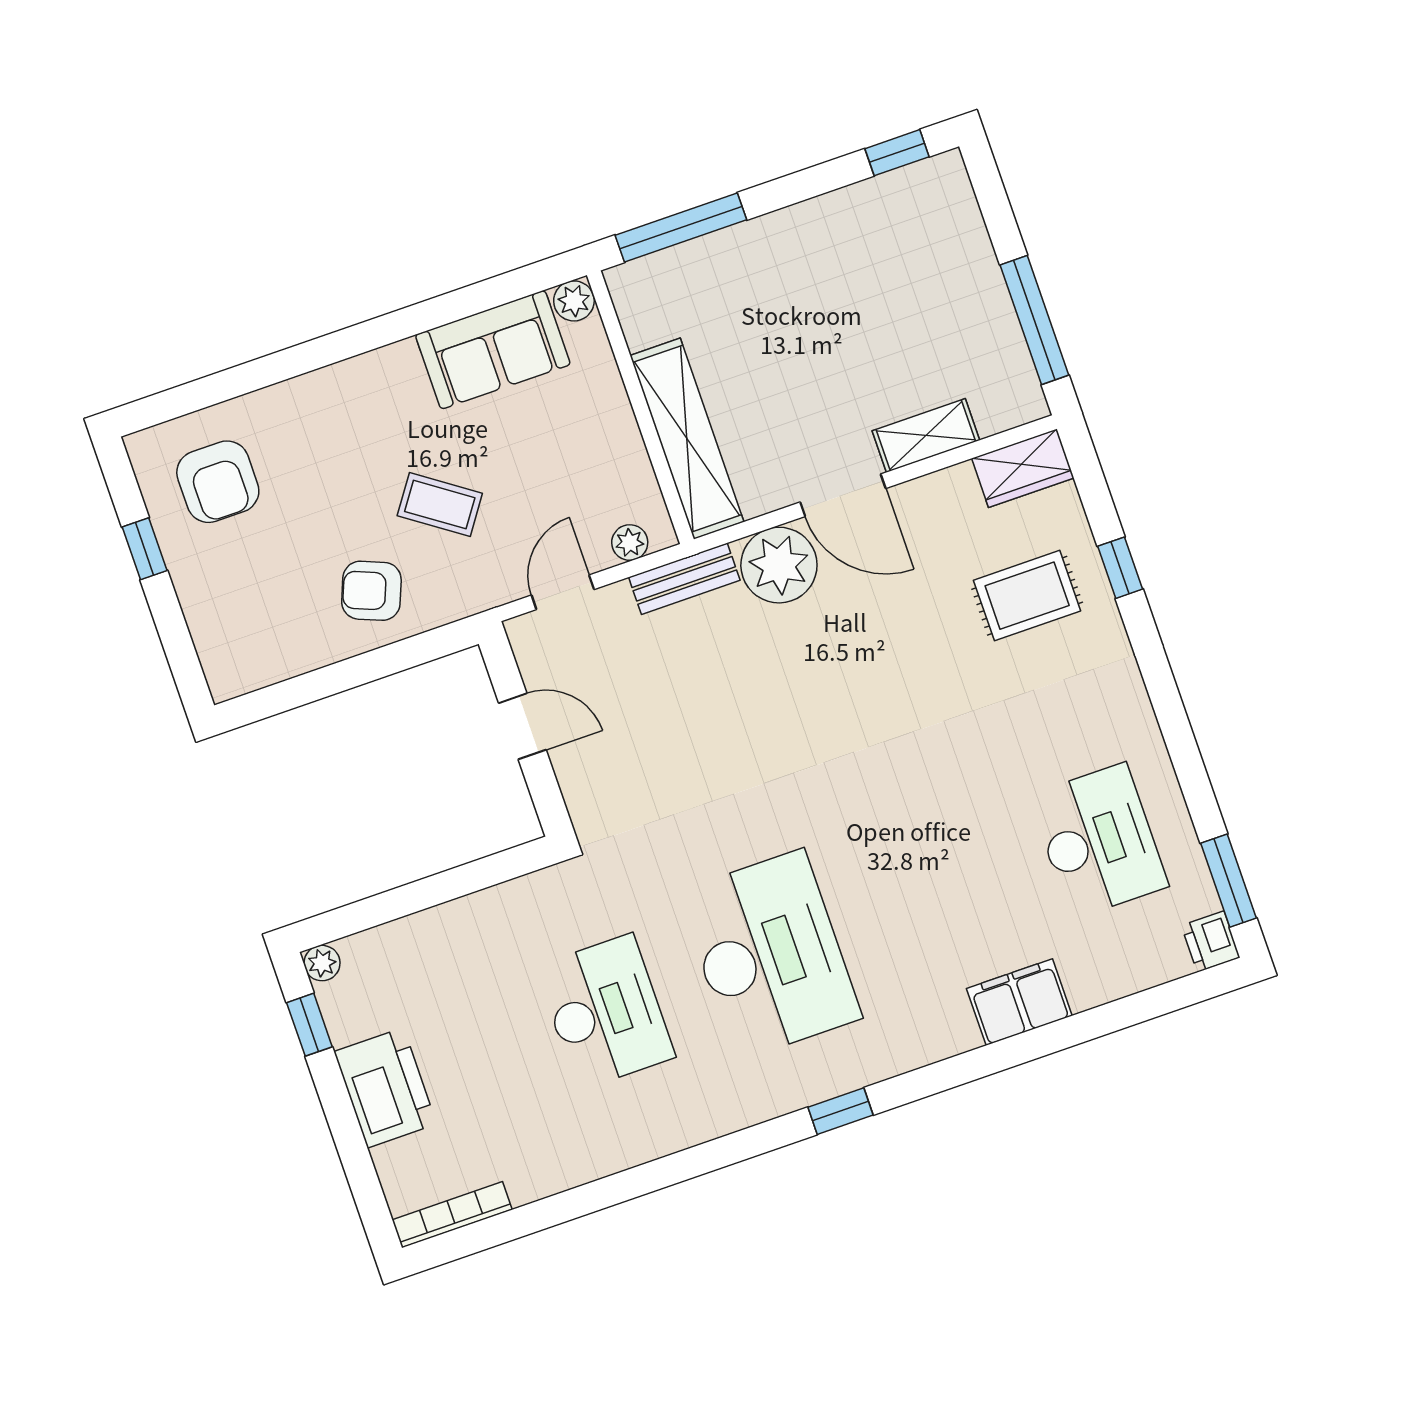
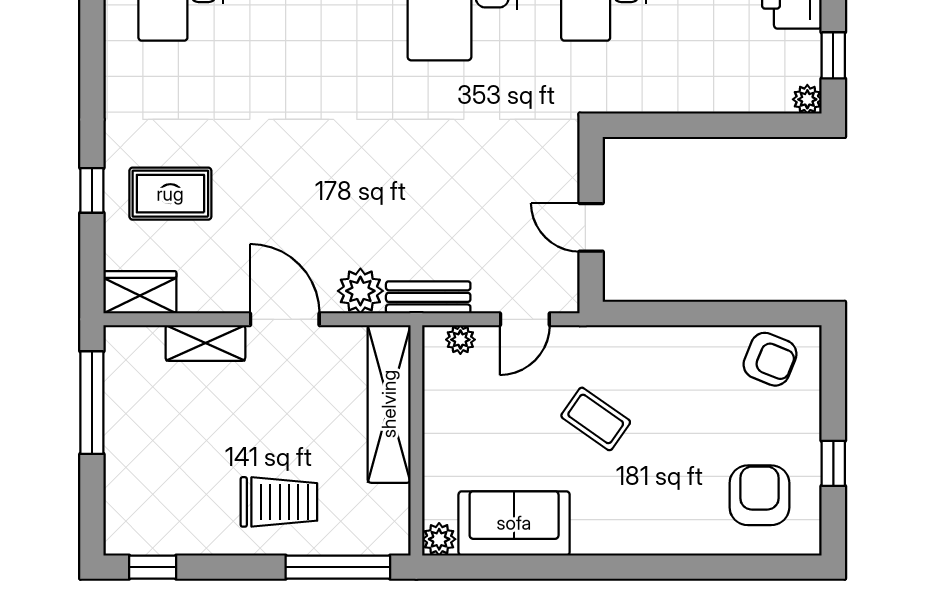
trolley: (776, 280) -> (279, 502), added
plant: (779, 565) -> (360, 291), width x0.73, depth x0.73
armchair: (371, 591) -> (770, 359), moved

